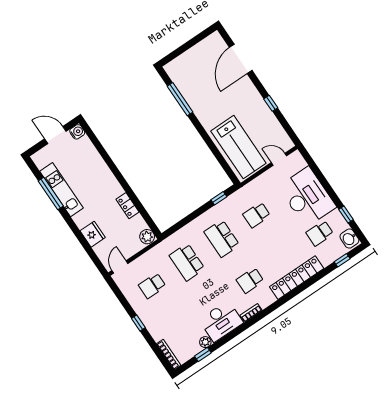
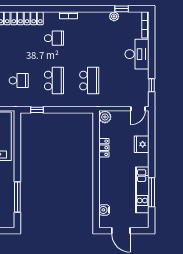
water cooler: (77, 132) -> (104, 210), moved
school desk: (152, 286) -> (124, 81), removed
desk: (221, 321) -> (137, 54), moved, turned 90
window: (138, 323) -> (152, 85), moved

